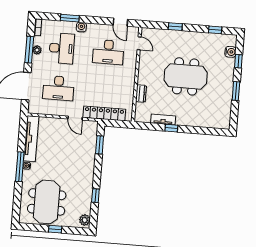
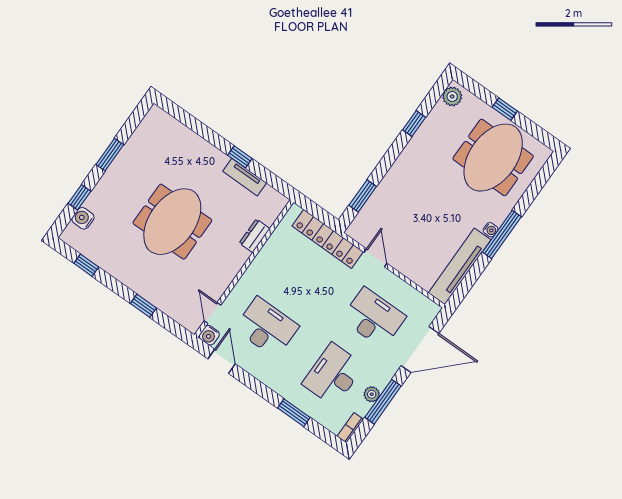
water cooler: (81, 27) -> (209, 335), moved
meeting table: (186, 76) -> (172, 222), turned 90

